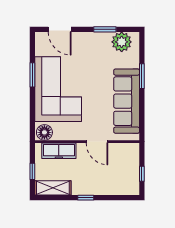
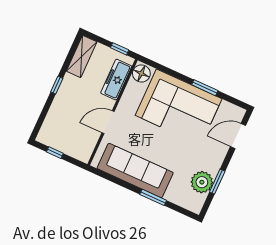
plant: (122, 42) -> (202, 182), moved
window: (32, 171) -> (120, 49), moved

